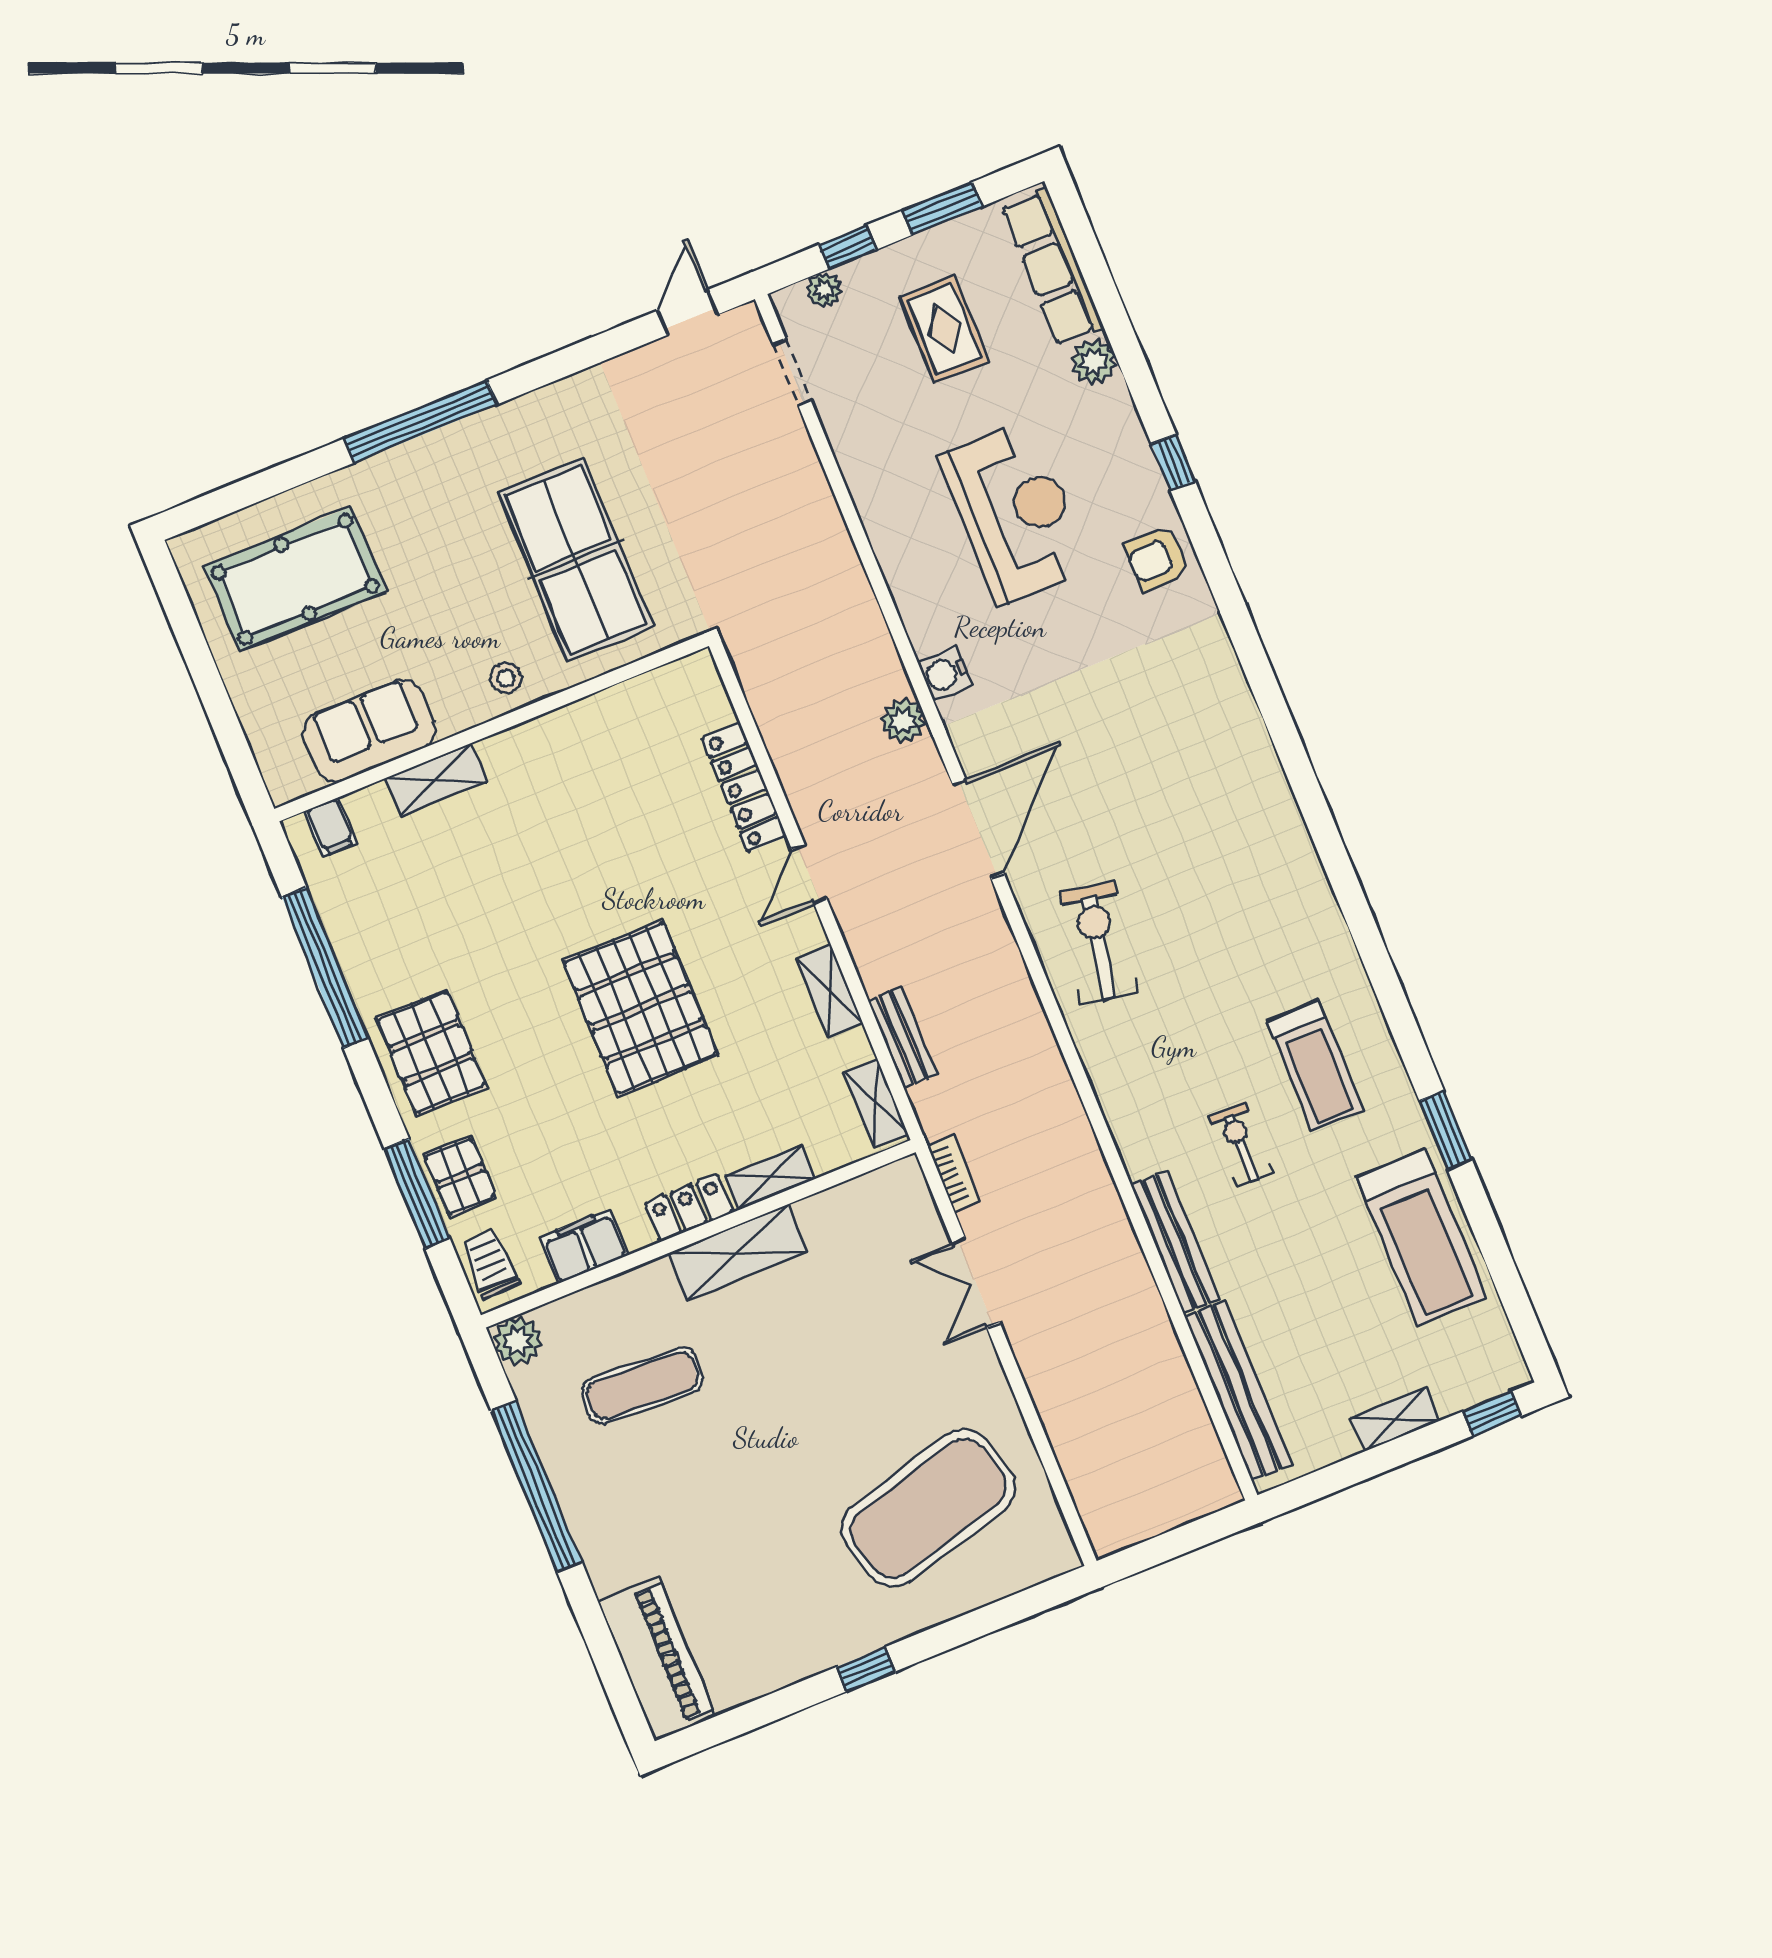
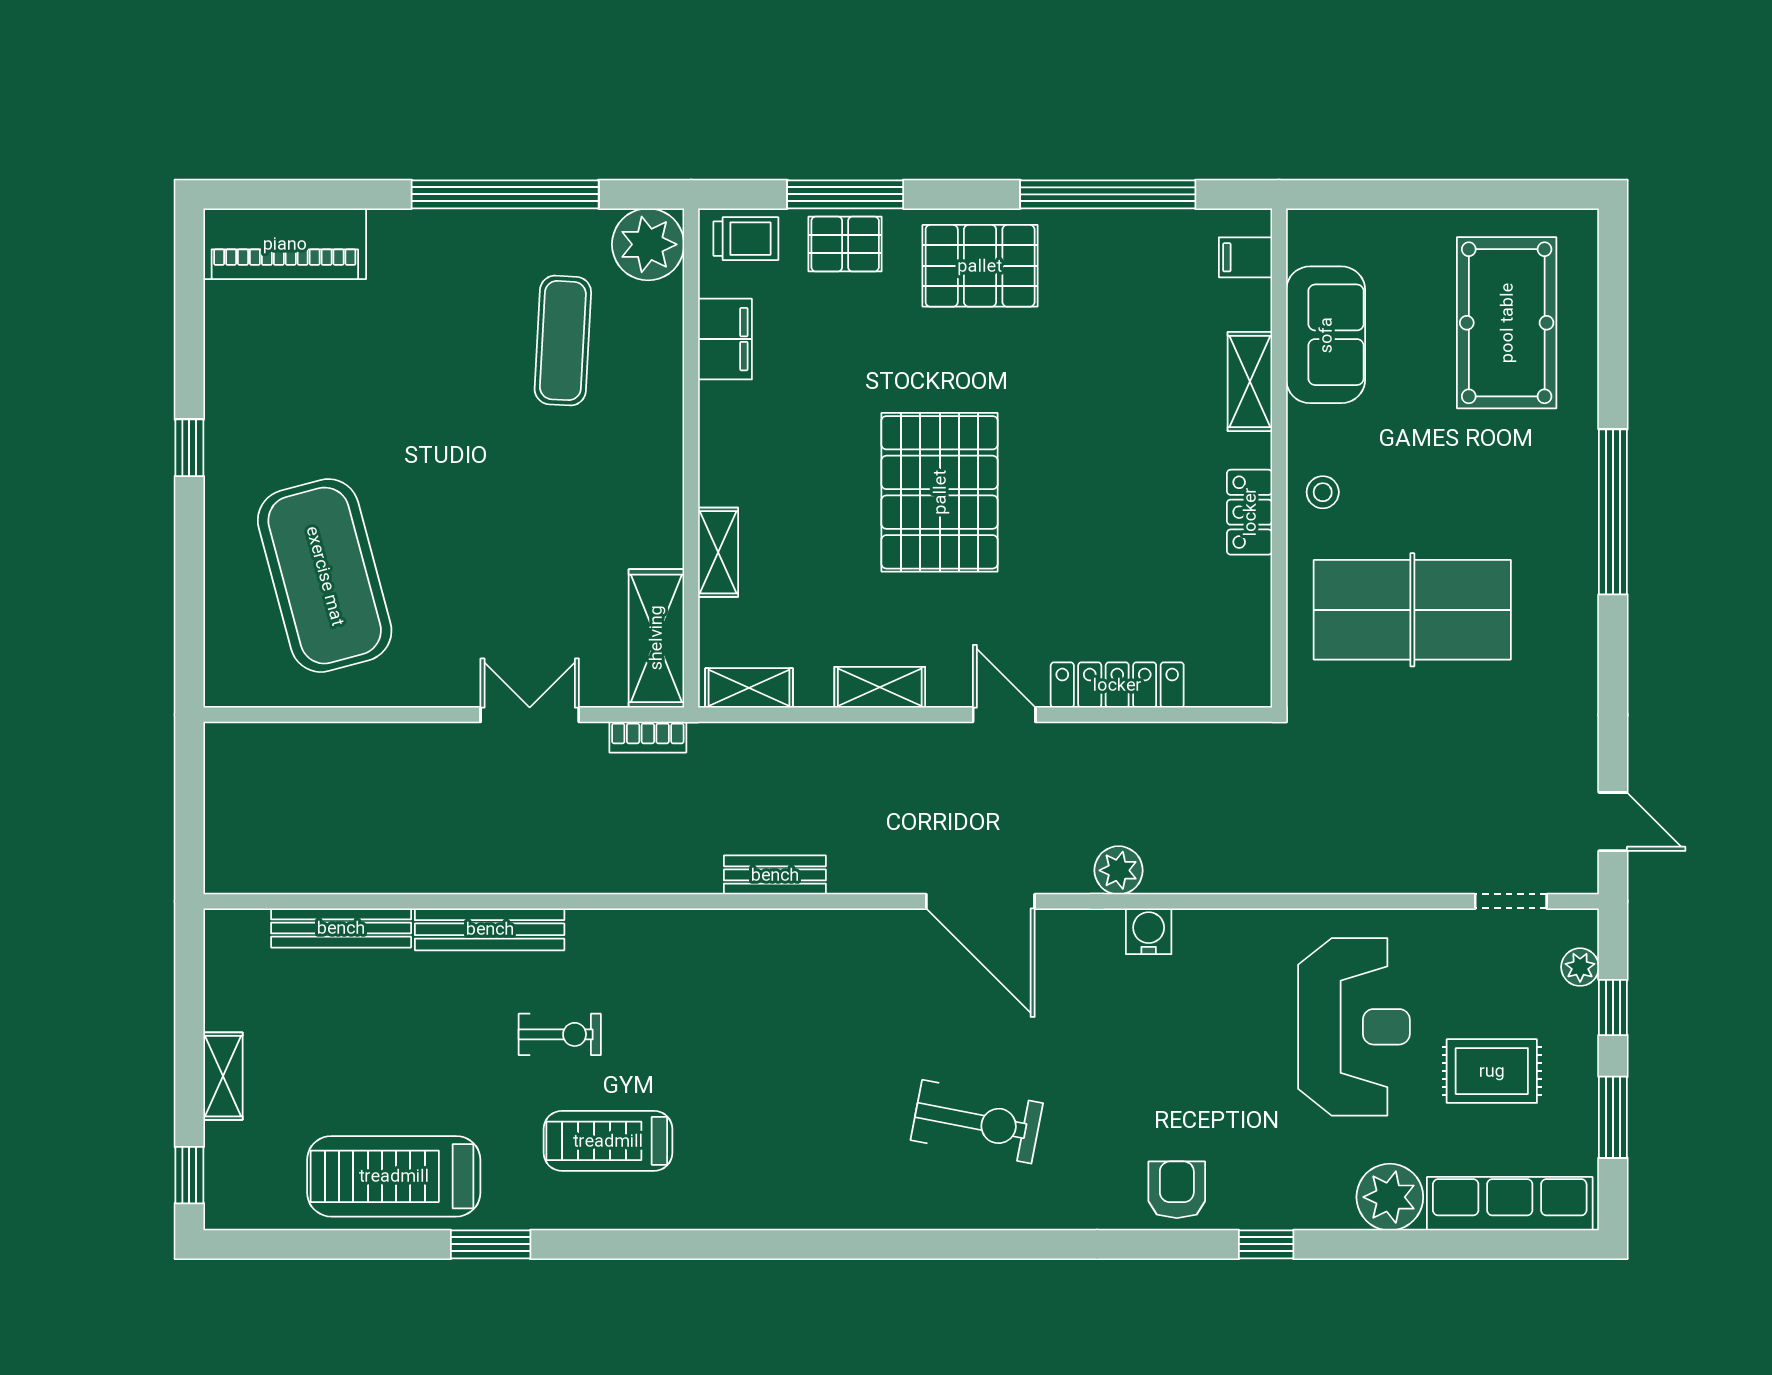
plant: (1094, 362) -> (1390, 1197), width x1.36, depth x1.36
reception desk: (1015, 512) -> (1354, 1027), moved, turned -90
exercise bike: (1098, 943) -> (977, 1122), moved
pallet: (640, 1008) -> (940, 492), turned 90
bench: (903, 1038) -> (775, 875), moved
locker: (689, 1208) -> (1250, 512), moved, turned 180
shelving: (737, 1253) -> (656, 638), moved
plant: (518, 1341) -> (648, 244), width x1.36, depth x1.36
bench: (1238, 1391) -> (341, 928), width x0.73, depth x0.82

